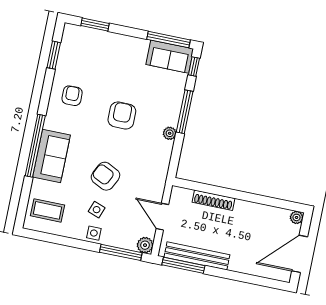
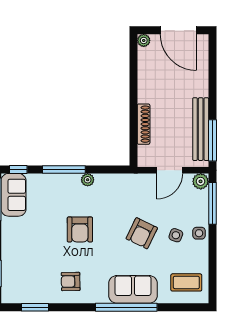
armchair: (122, 115) -> (80, 229), turned -90
coffee table: (48, 210) -> (186, 282), turned 90

